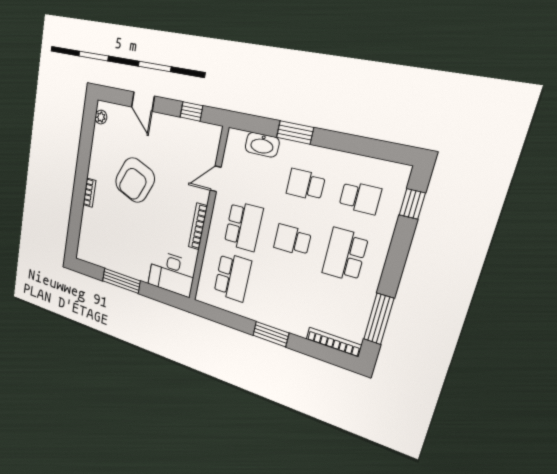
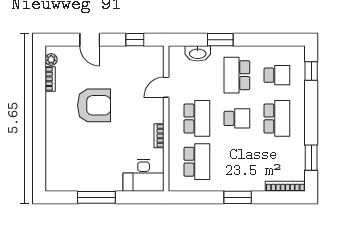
armchair: (135, 180) -> (94, 105), turned -112
school desk: (306, 185) -> (237, 75), width x1.85
bookcase: (89, 193) -> (50, 79), moved
bookcase: (198, 226) -> (159, 136), width x0.64
school desk: (292, 240) -> (237, 118), turned 180
school desk: (345, 255) -> (277, 118), turned 180
window: (379, 319) -> (311, 158), width x0.69

